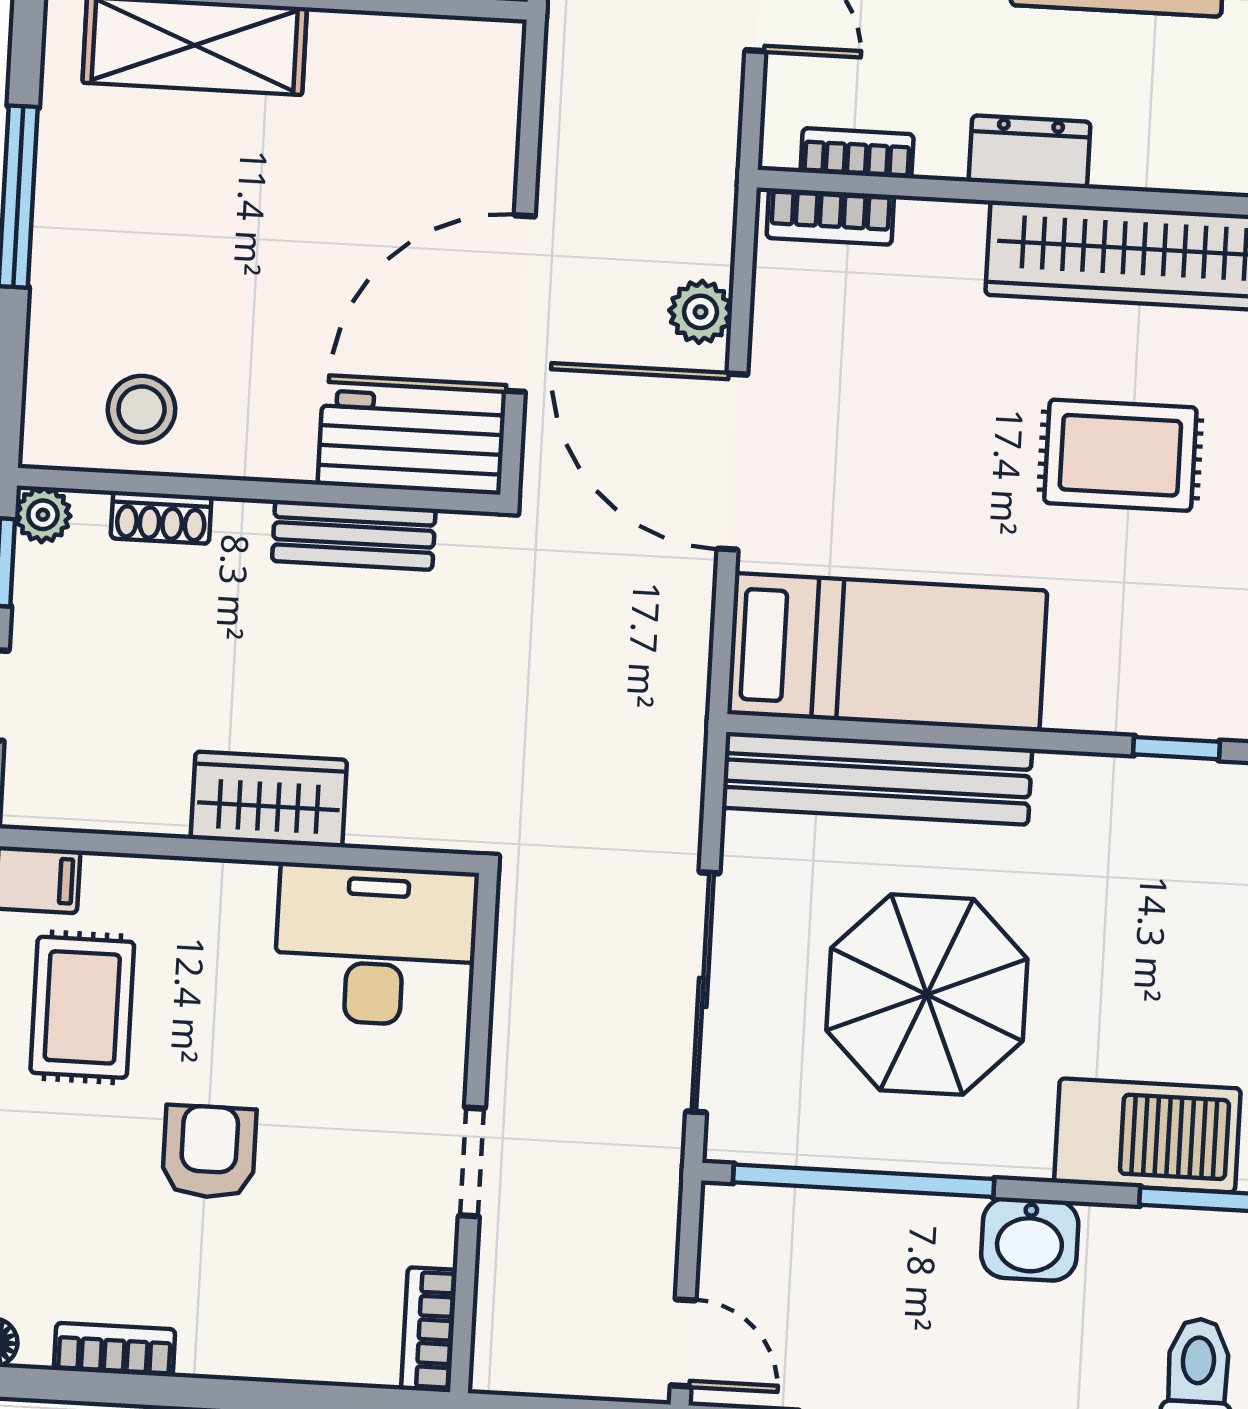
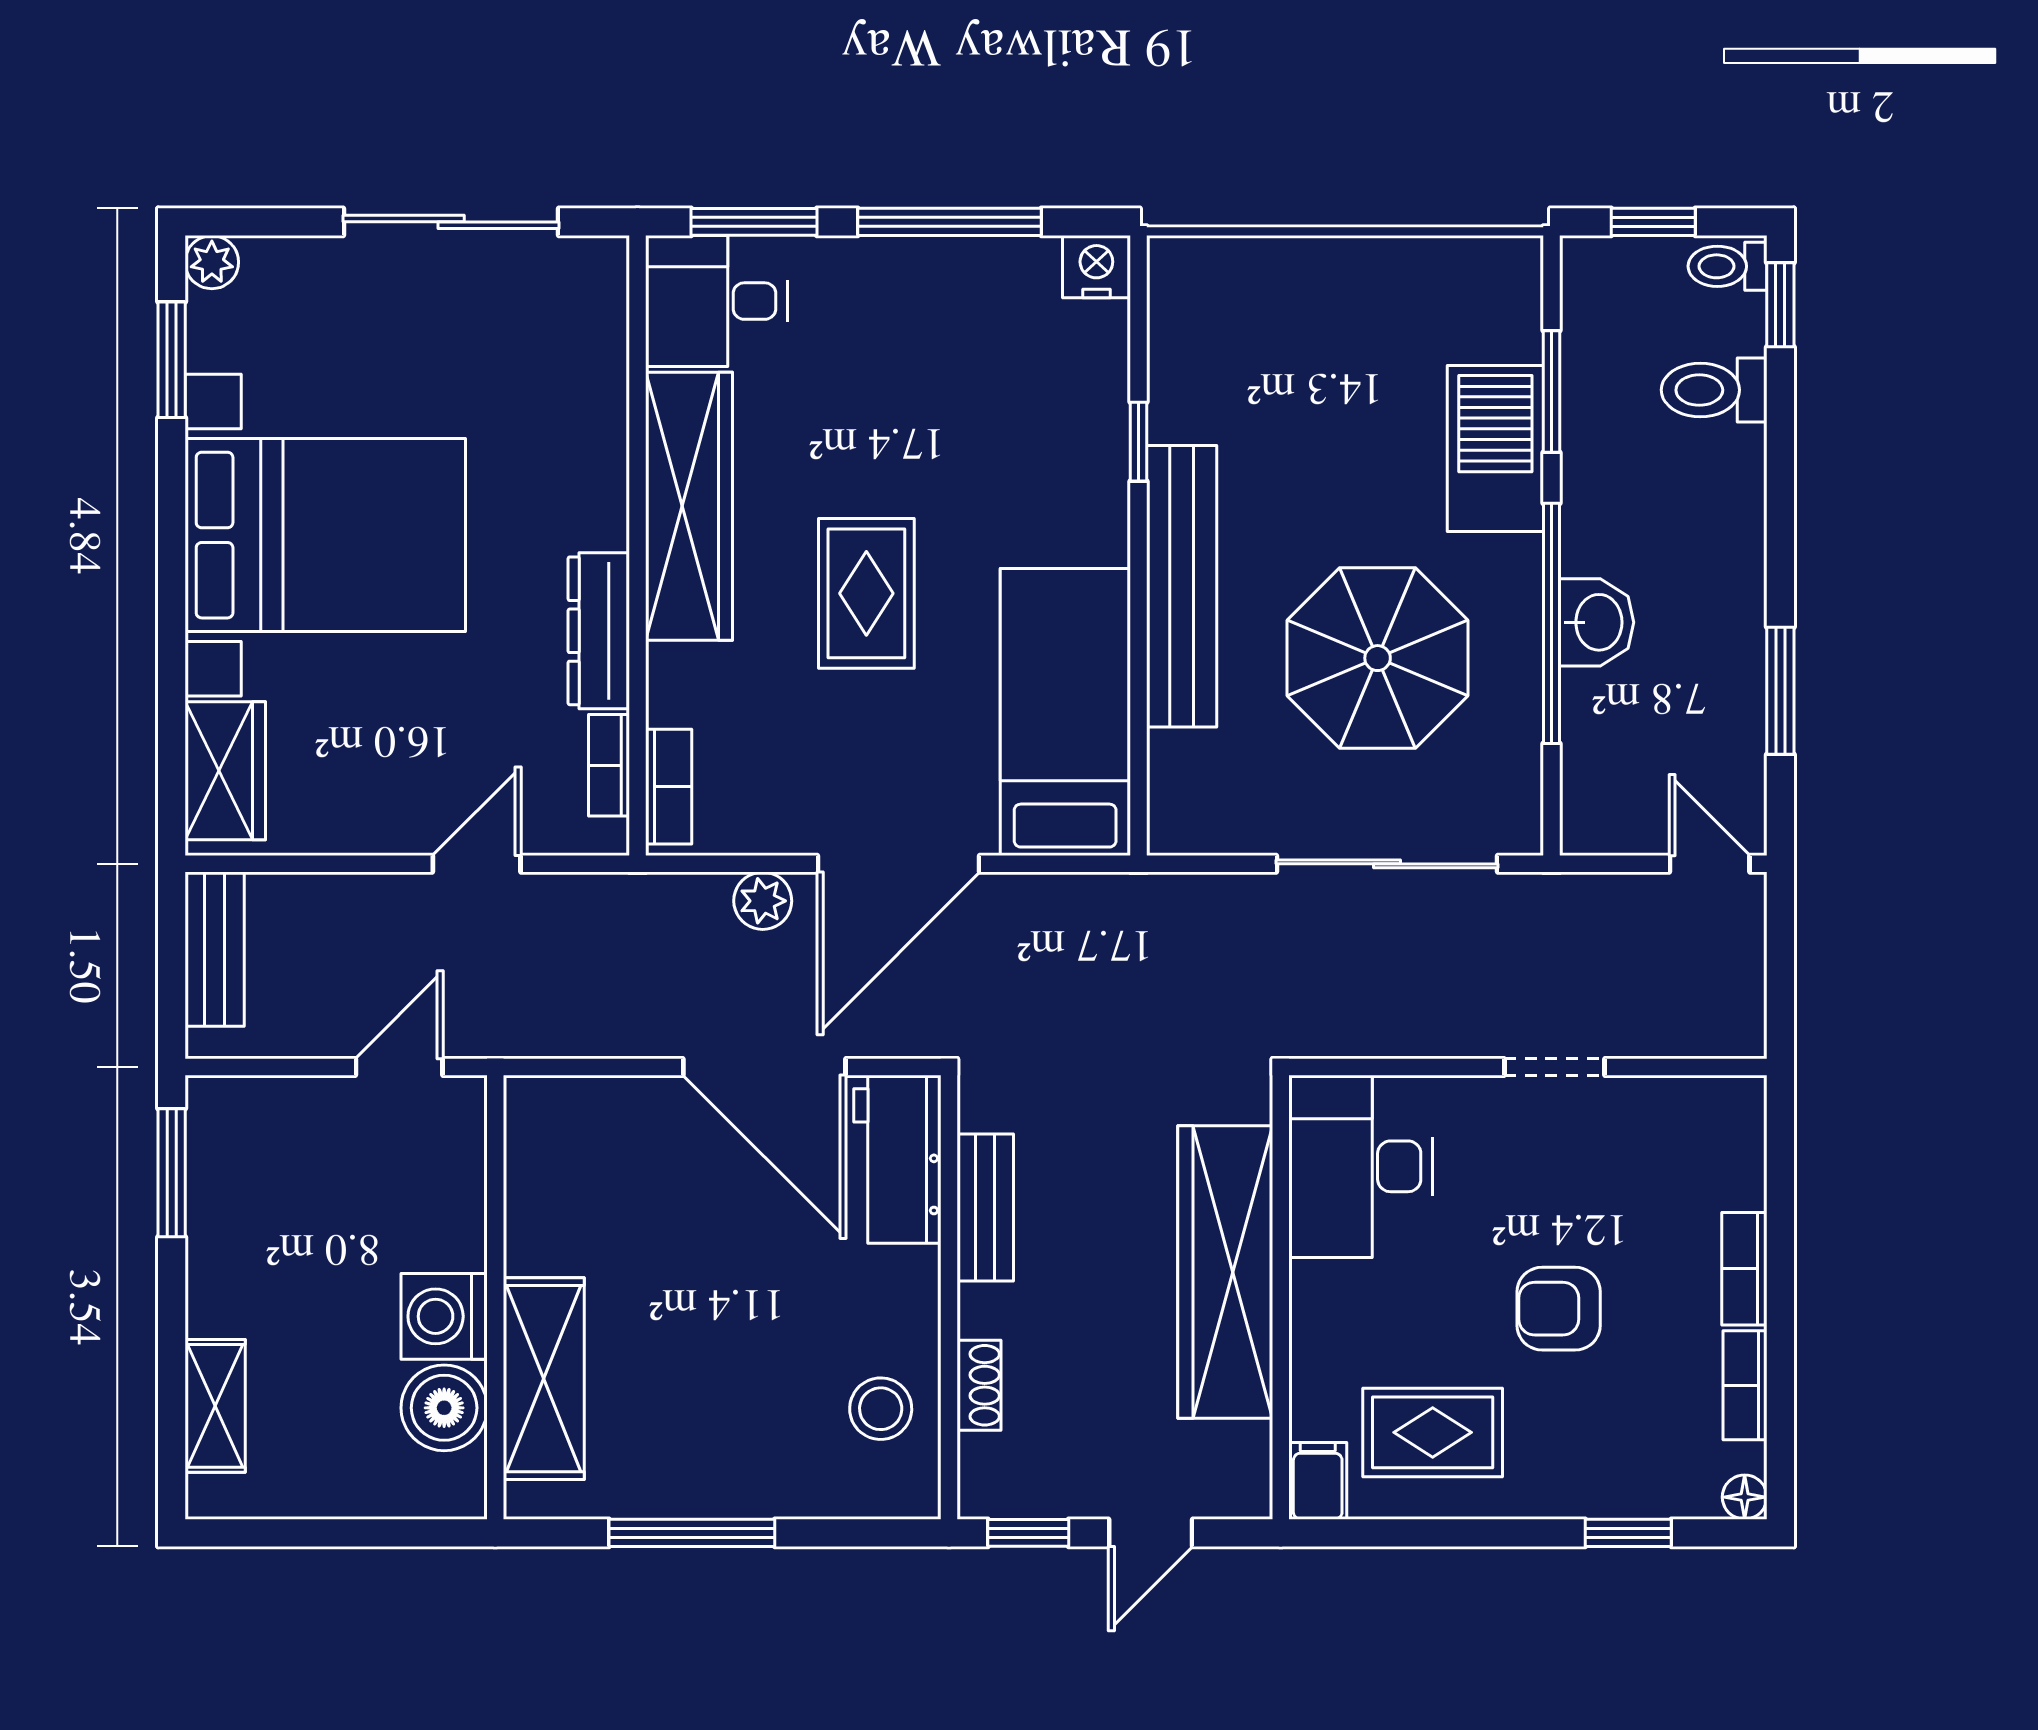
dresser: (1030, 152) -> (599, 631), width x1.44
rug: (1120, 455) -> (866, 593), moved
plant: (43, 515) -> (983, 1494), removed
bench: (877, 778) -> (1182, 586), moved
wardrobe: (269, 799) -> (1225, 1272), width x2.10, depth x1.17
window: (864, 1181) -> (1552, 623), moved
washbasin: (1030, 1239) -> (1597, 622), moved
bookcase: (429, 1330) -> (1744, 1269), moved, turned 90
door: (683, 1343) -> (1710, 864), hinge flipped

